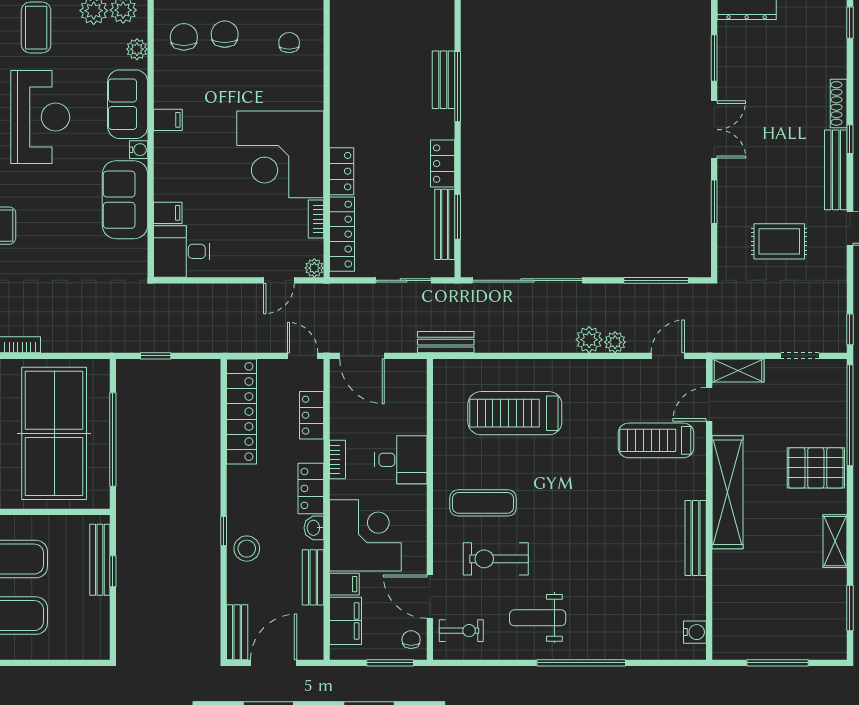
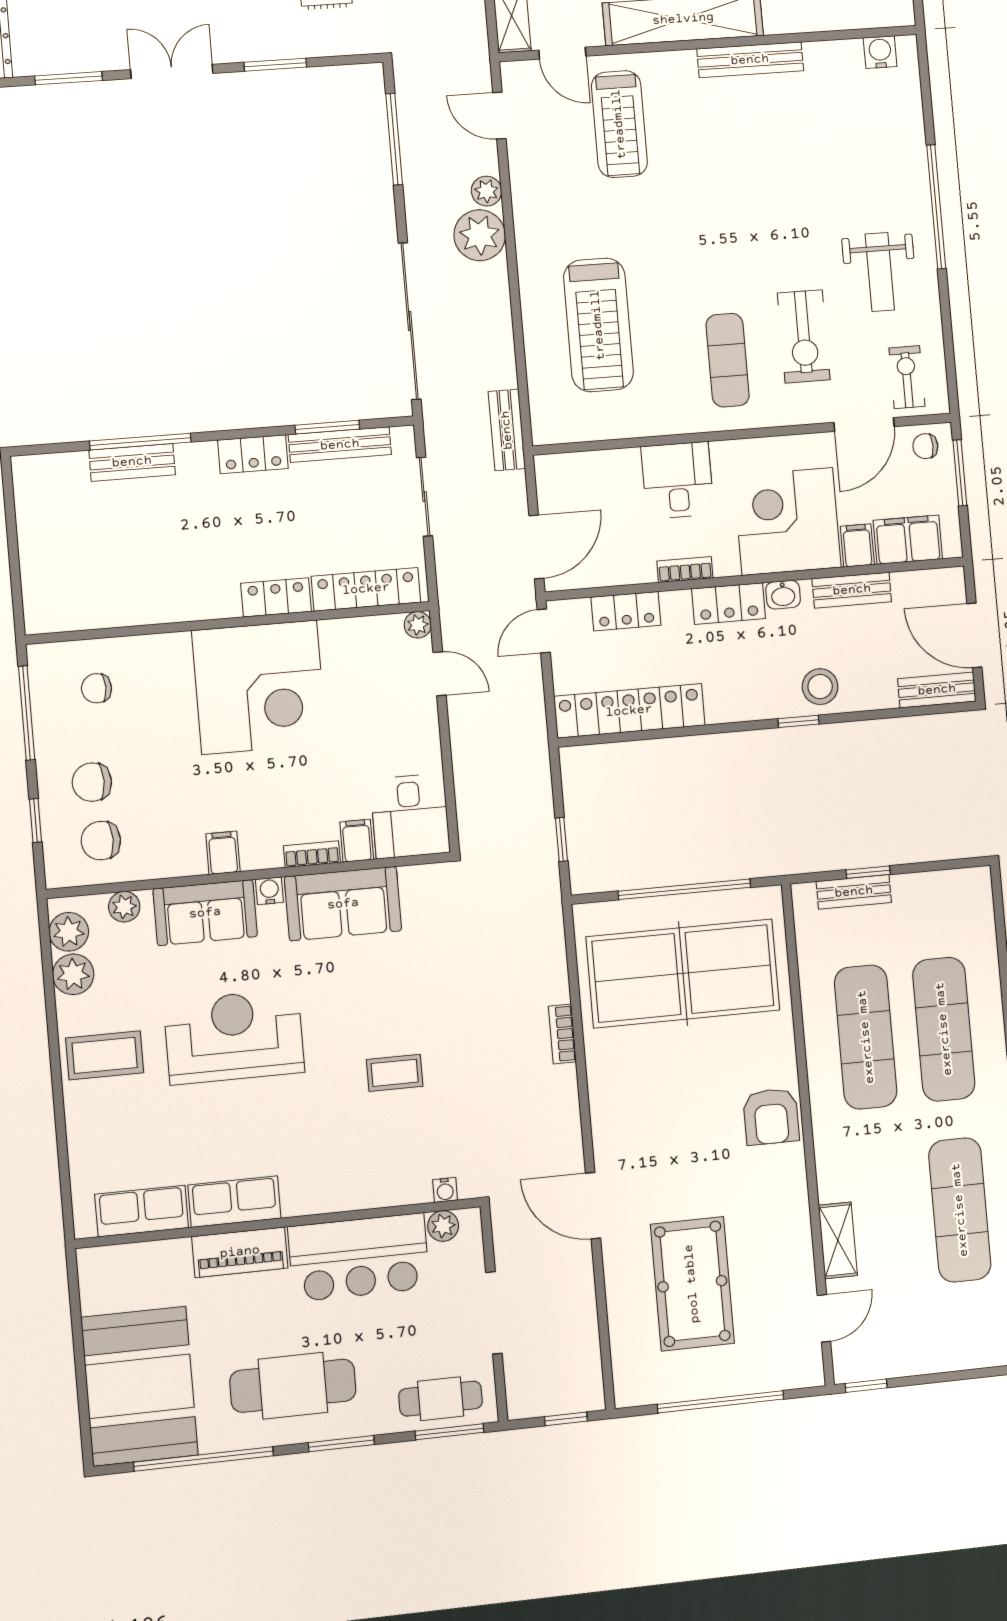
bookcase: (316, 219) -> (312, 854), moved, turned 180
plant: (589, 340) -> (480, 235), width x1.36, depth x1.36
bench: (100, 560) -> (854, 892), width x0.73

